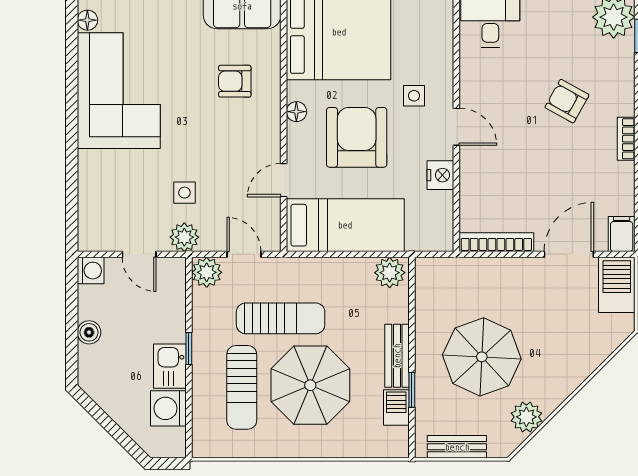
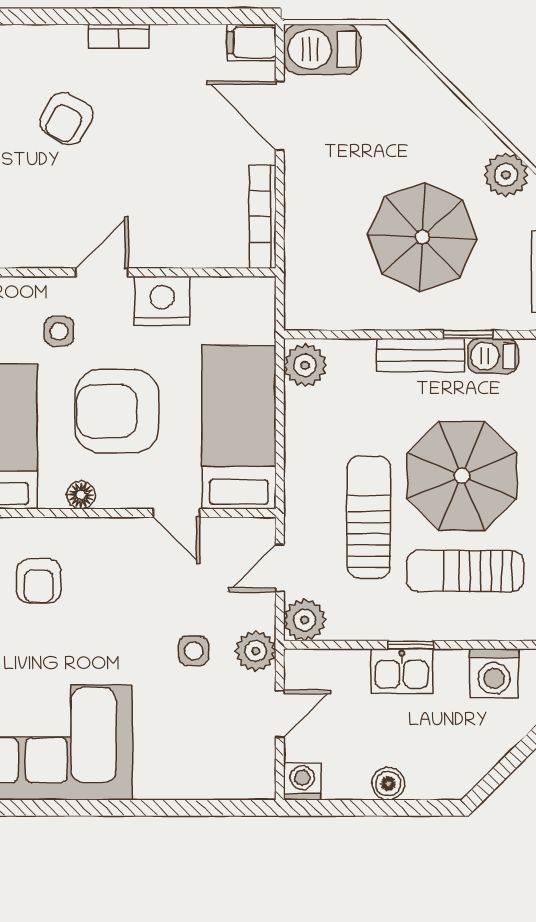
nightstand: (440, 175) -> (162, 301), width x1.36, depth x1.33
kitchen sink: (170, 366) -> (402, 671), moved
sun lounger: (242, 387) -> (465, 571), turned 180

